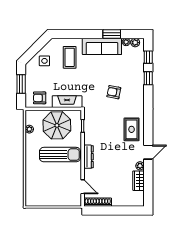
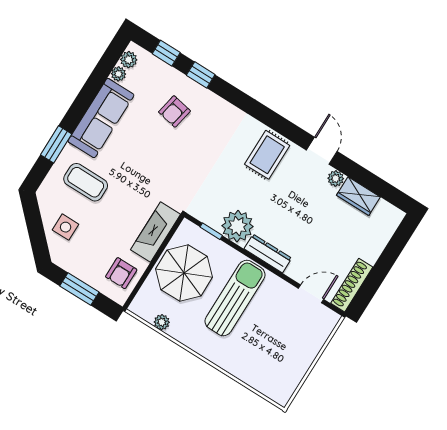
window: (112, 34) -> (56, 144), moved
armchair: (114, 92) -> (174, 111), moved
rug: (132, 129) -> (267, 155), turned 90
plant: (92, 136) -> (237, 226), added

